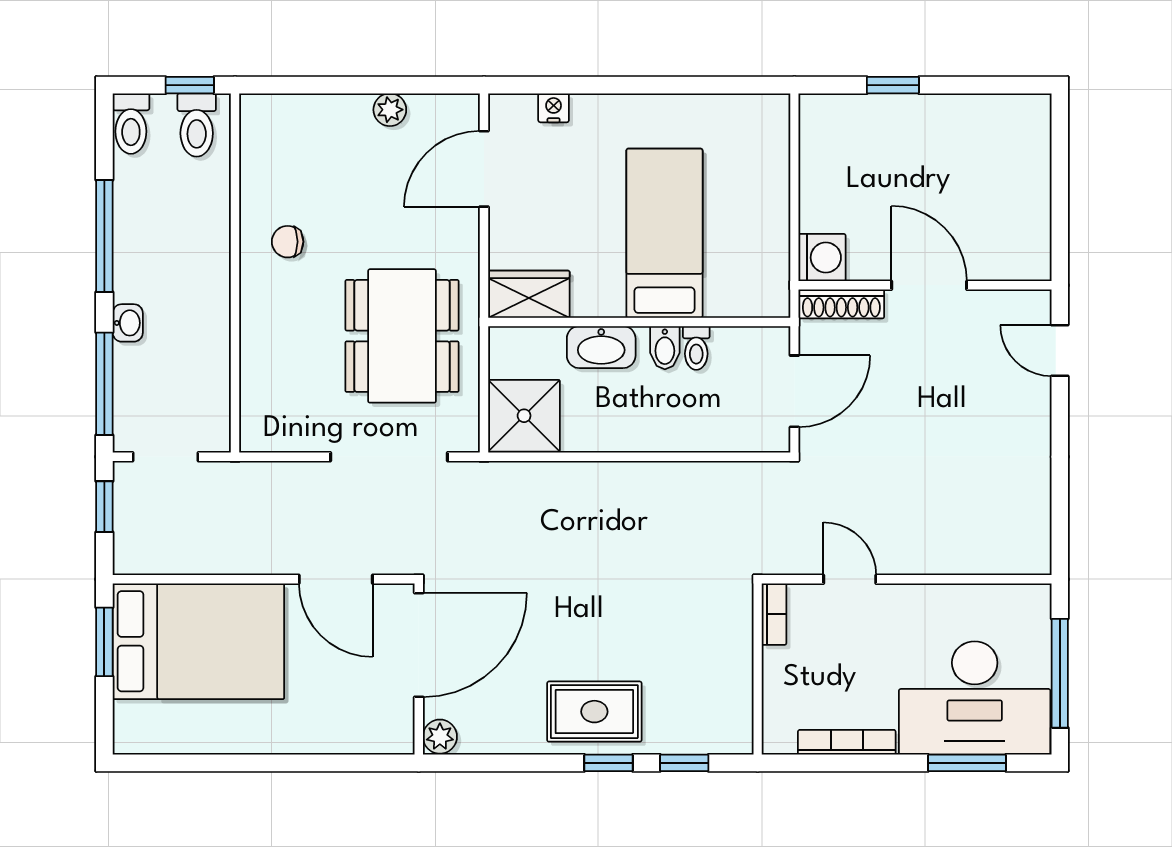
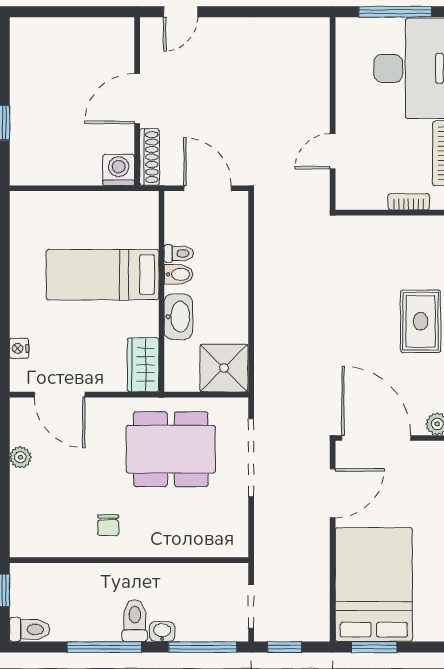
toilet: (197, 125) -> (135, 621), moved, turned -90
bookcase: (774, 614) -> (409, 202), moved

